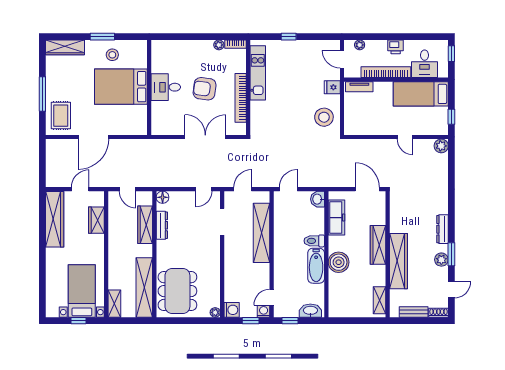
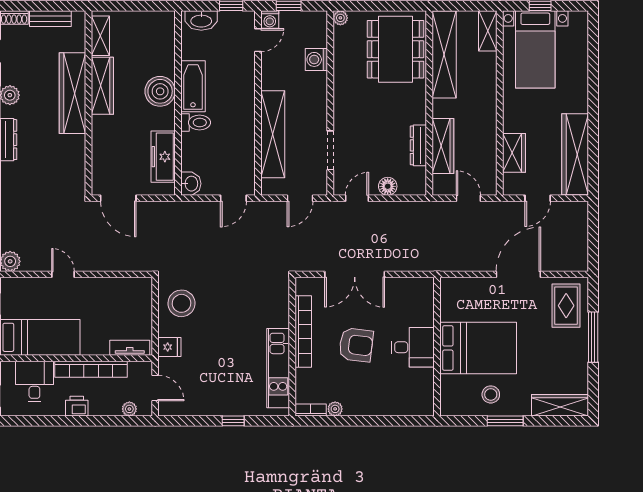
floor lamp: (163, 197) -> (388, 186), moved
wardrobe: (378, 245) -> (102, 86), moved
washing machine: (232, 310) -> (316, 59), moved

